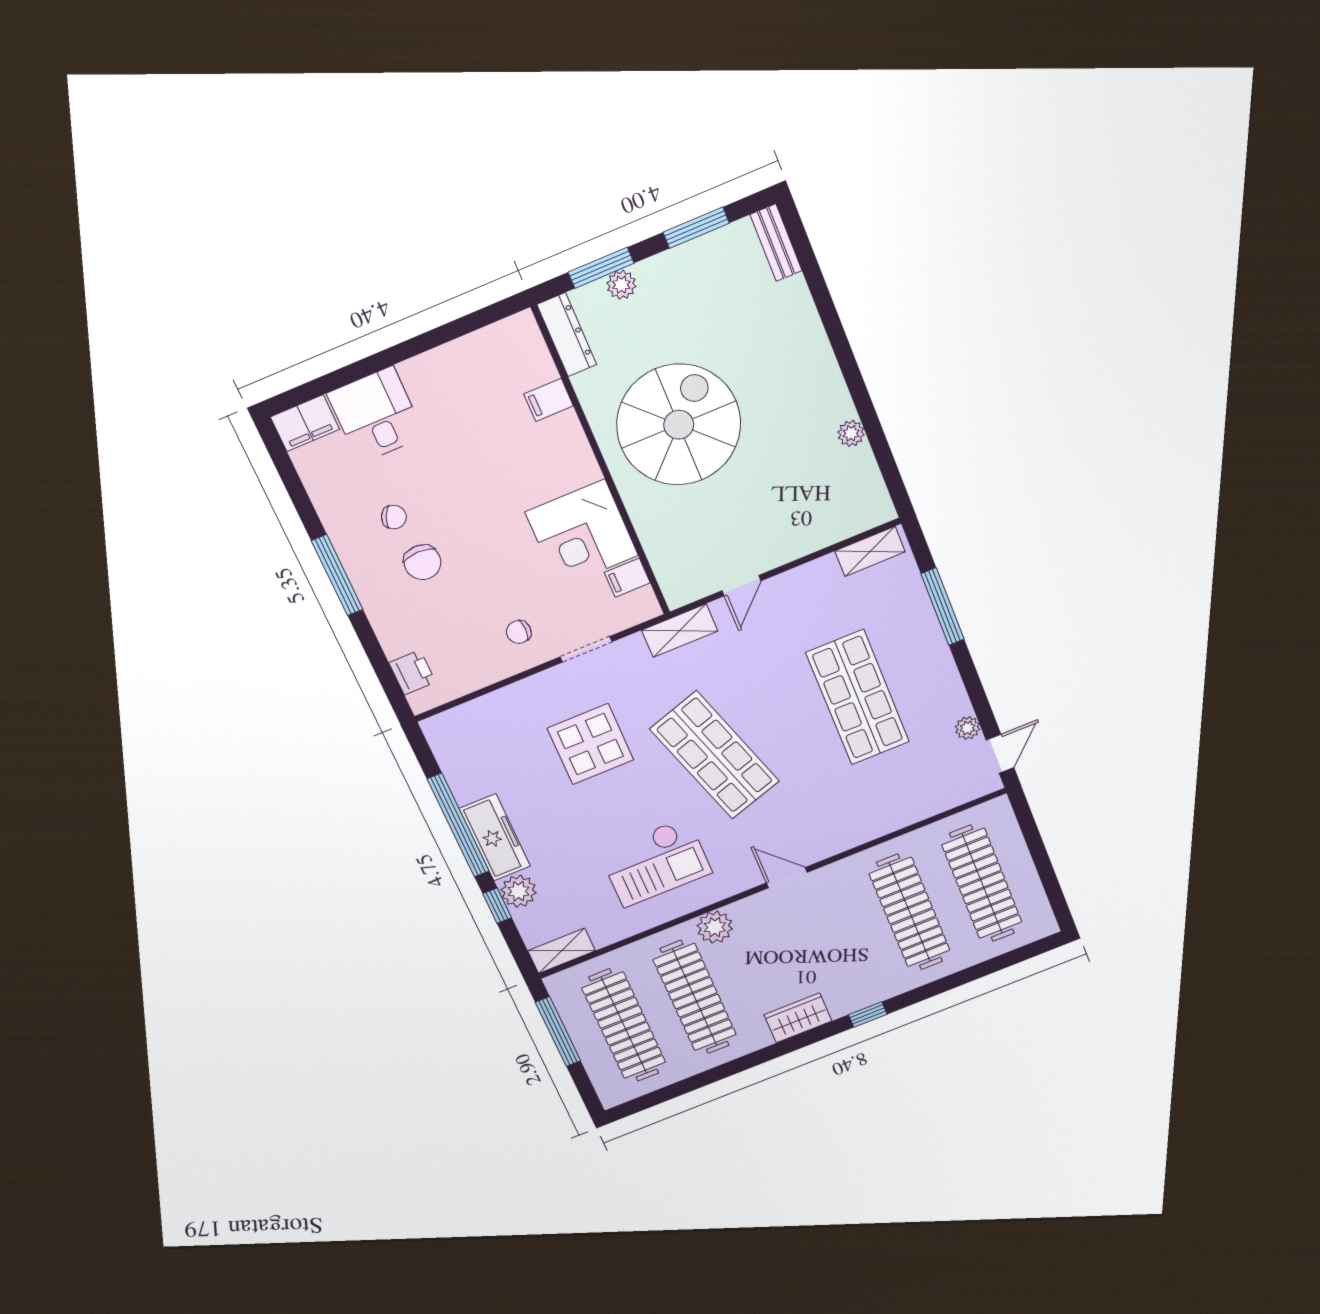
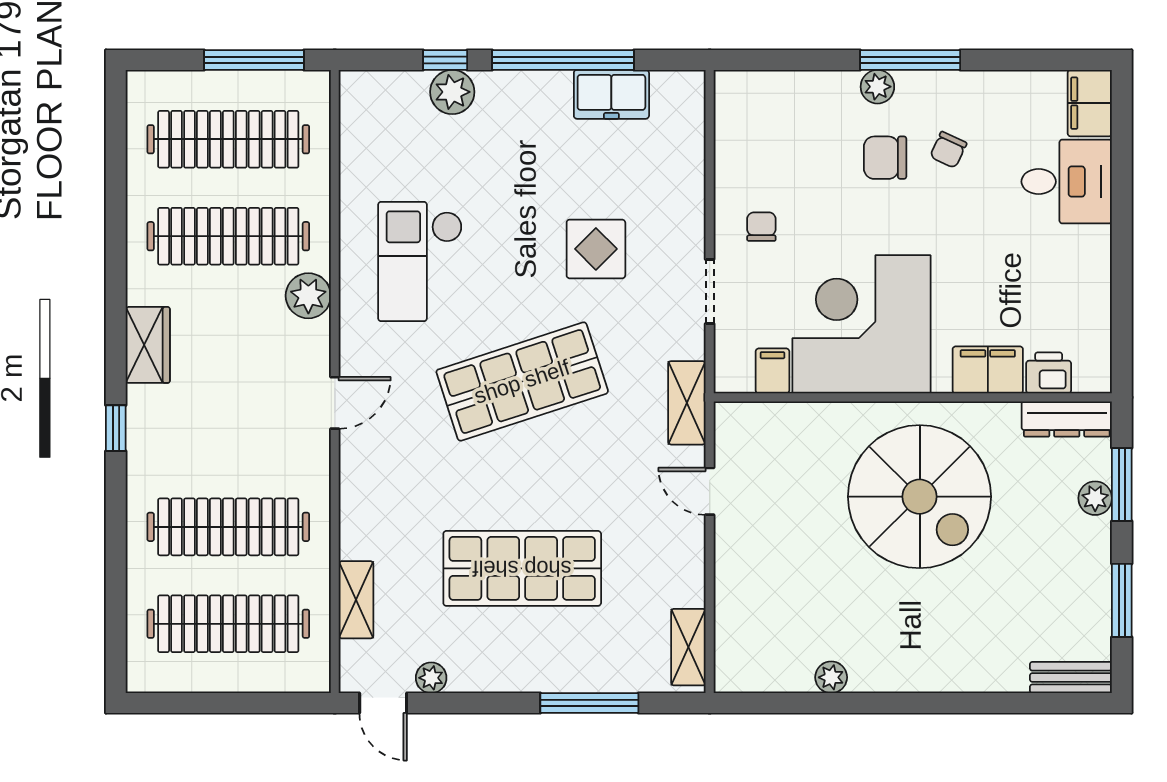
filing cabinet: (548, 400) -> (988, 370), width x2.00
corner desk: (582, 534) -> (862, 324), width x1.36, depth x1.36
plant: (370, 591) -> (877, 87), added
printer: (412, 672) -> (1049, 373), moved, turned 180
display table: (590, 744) -> (596, 249), width x0.73, depth x0.73
freezer: (495, 837) -> (611, 94), moved, width x0.71
shelving: (562, 951) -> (356, 600), moved

